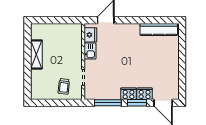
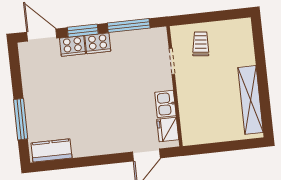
kitchen counter: (159, 30) -> (51, 150), width x0.67
window: (182, 51) -> (21, 119), added
shelving: (36, 54) -> (250, 100), width x1.47

